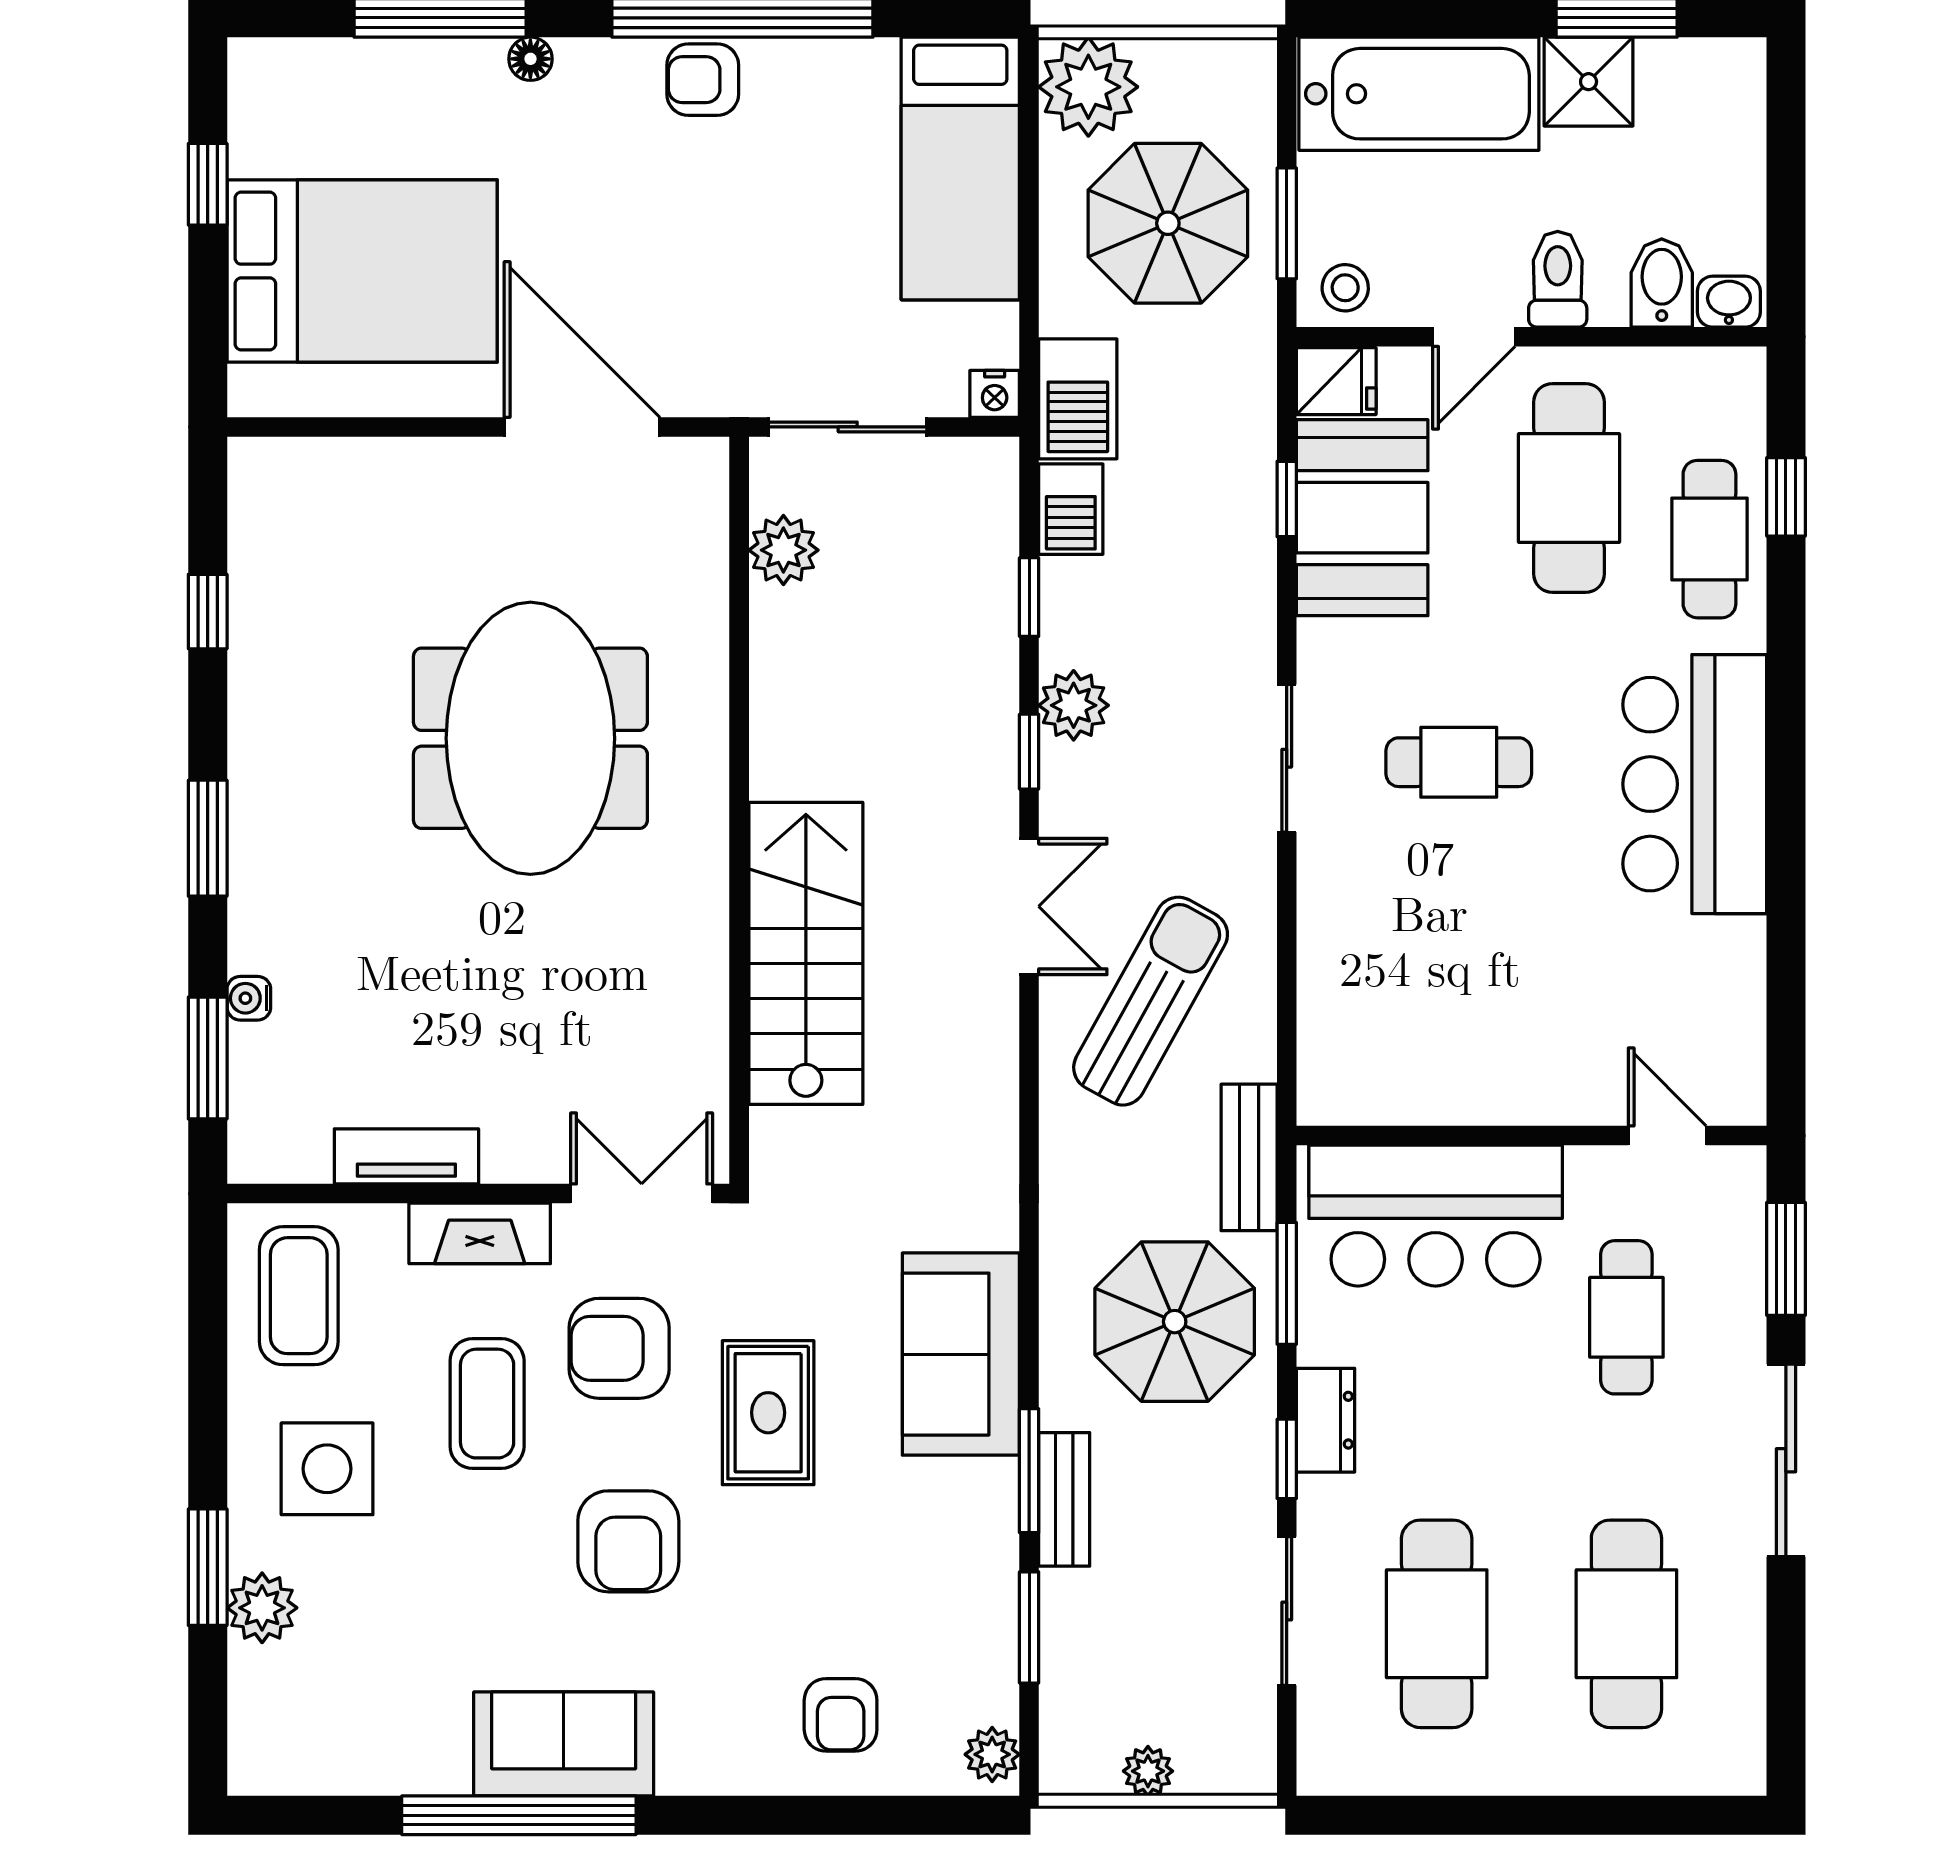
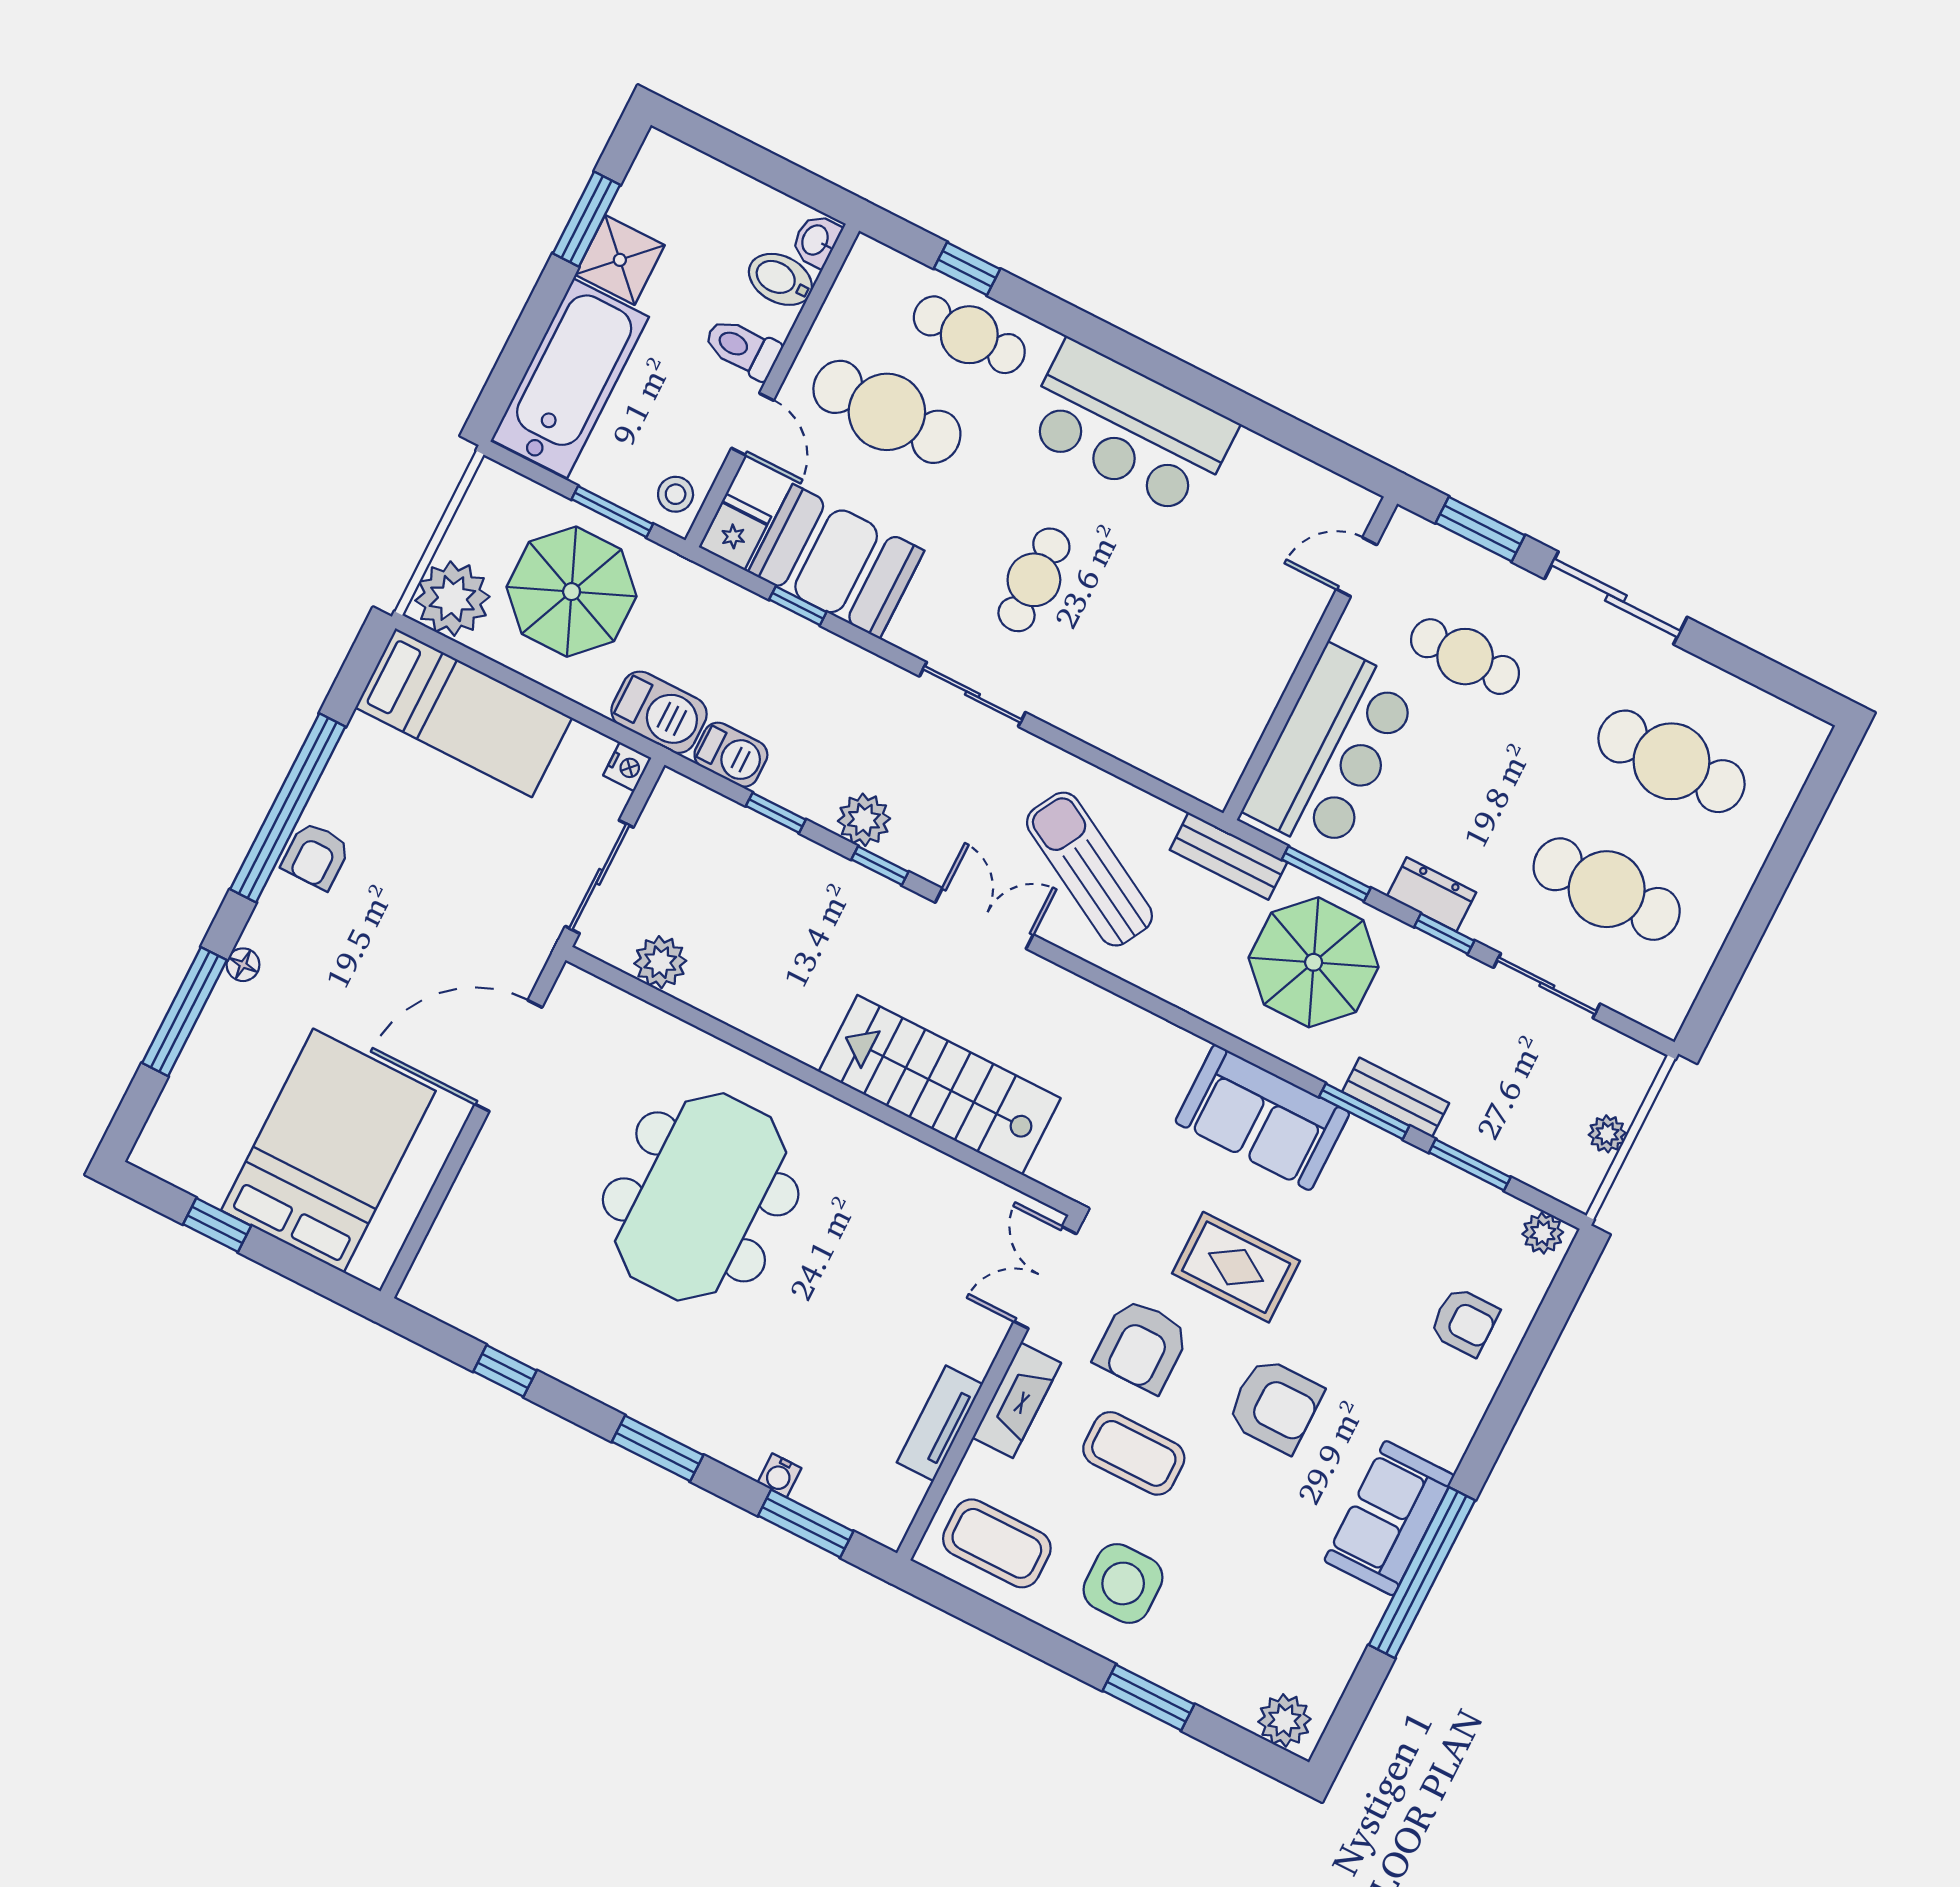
meeting table: (530, 738) -> (701, 1197), turned 90
plant: (262, 1608) -> (1284, 1720), moved

